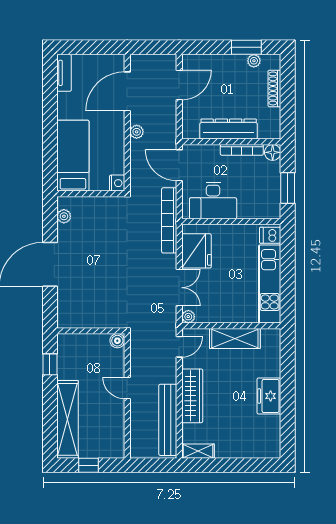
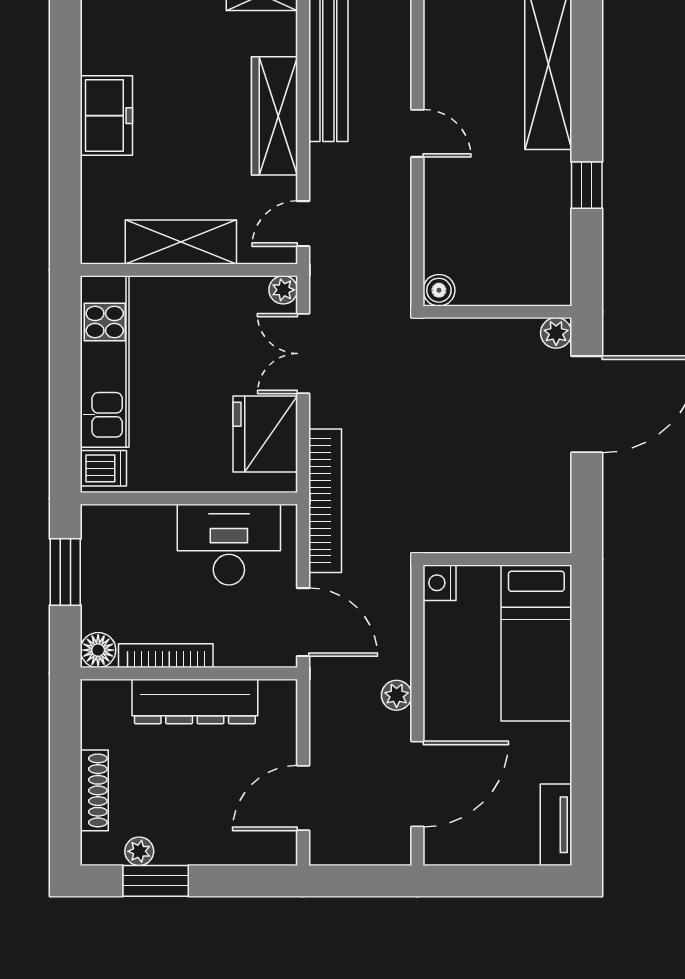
plant: (64, 216) -> (556, 333), moved
wall: (91, 331) -> (497, 312), moved
boiler: (117, 341) -> (439, 290), moved

